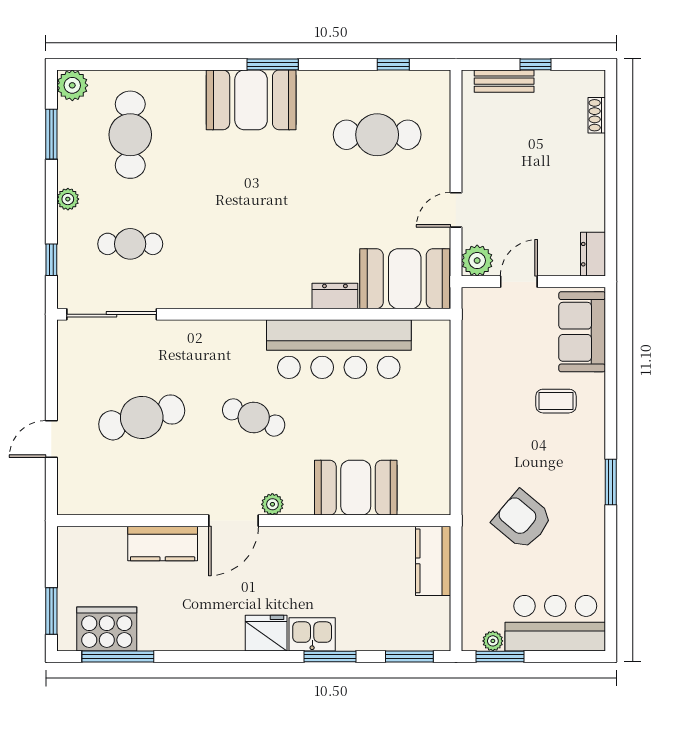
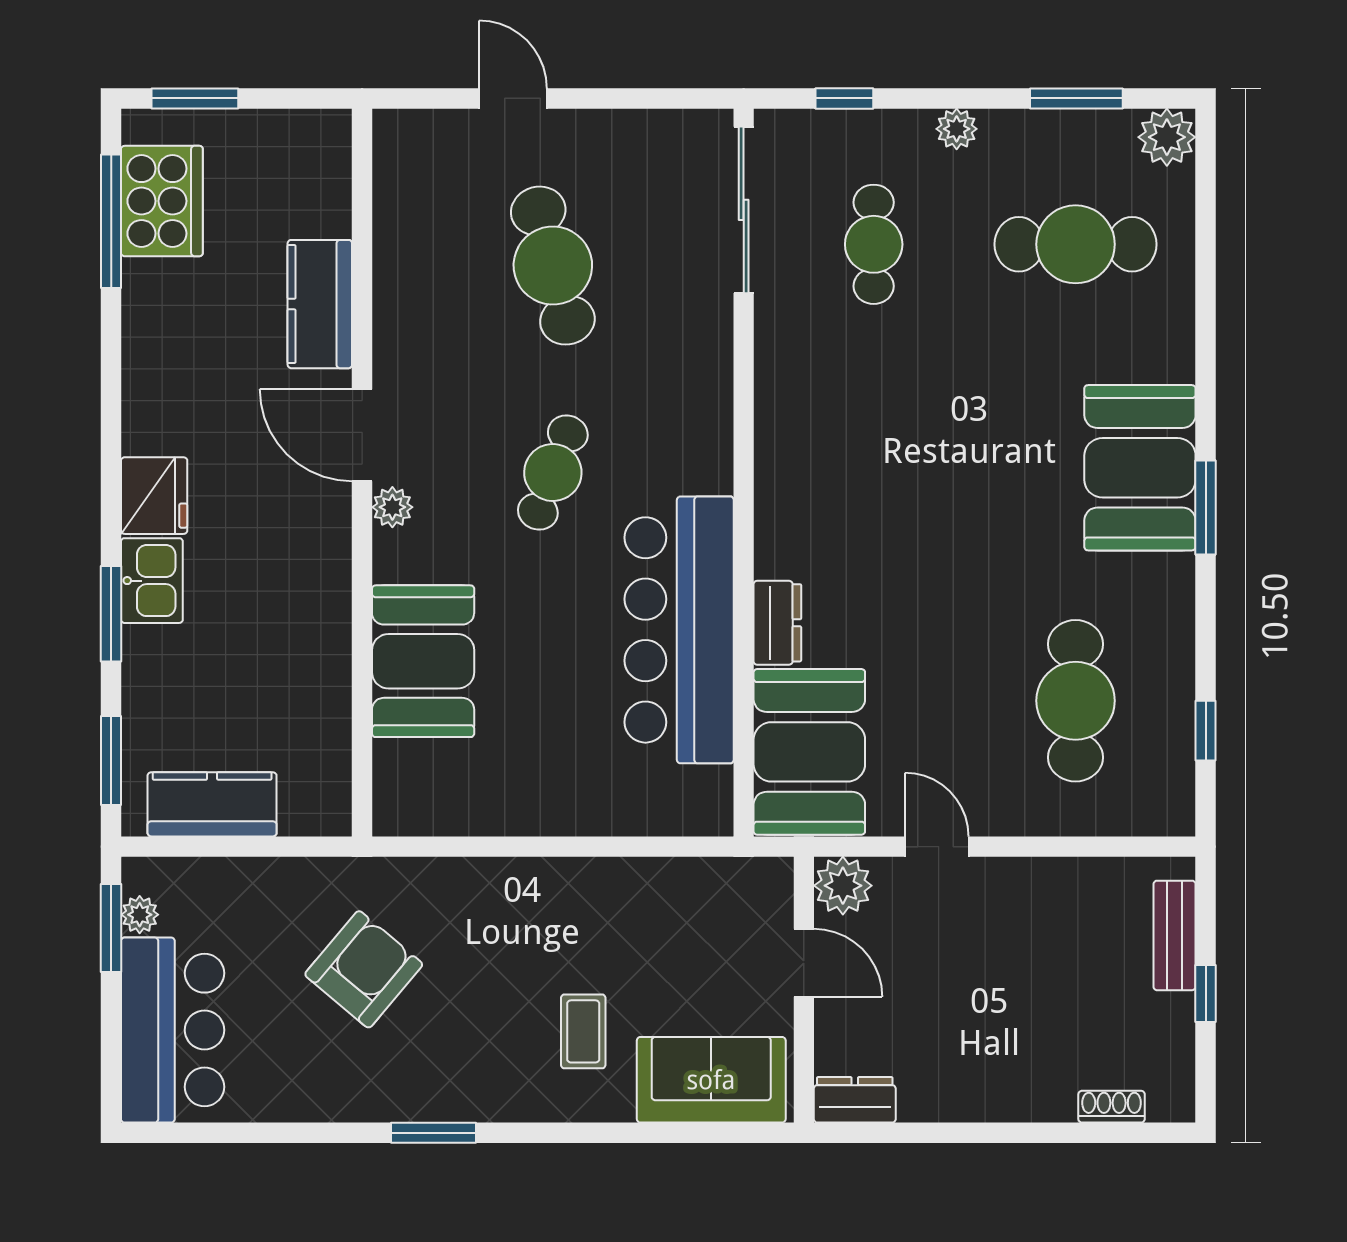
kitchen counter: (433, 561) -> (212, 804), moved

